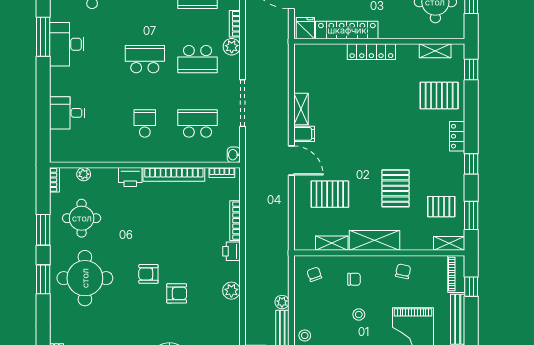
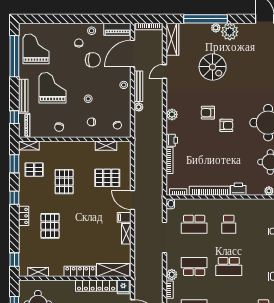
pallet: (439, 96) -> (50, 226), moved, turned 90
shelving: (374, 240) -> (113, 270), moved

